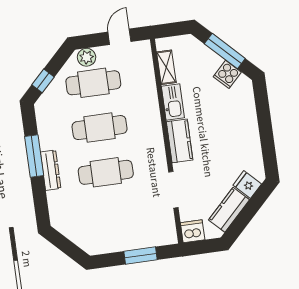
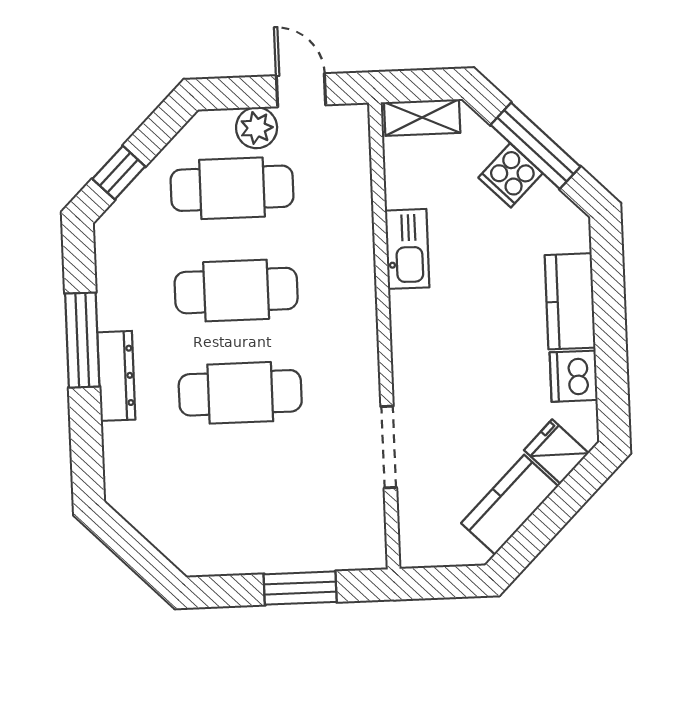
door: (119, 37) -> (301, 90), hinge flipped
plant: (87, 57) -> (257, 128), moved
shelving: (166, 67) -> (422, 118), moved, turned 90
cooker: (227, 74) -> (511, 175), moved
kitchen counter: (180, 141) -> (570, 301), moved, turned 180
dishwasher: (193, 231) -> (574, 376), moved, turned -90

